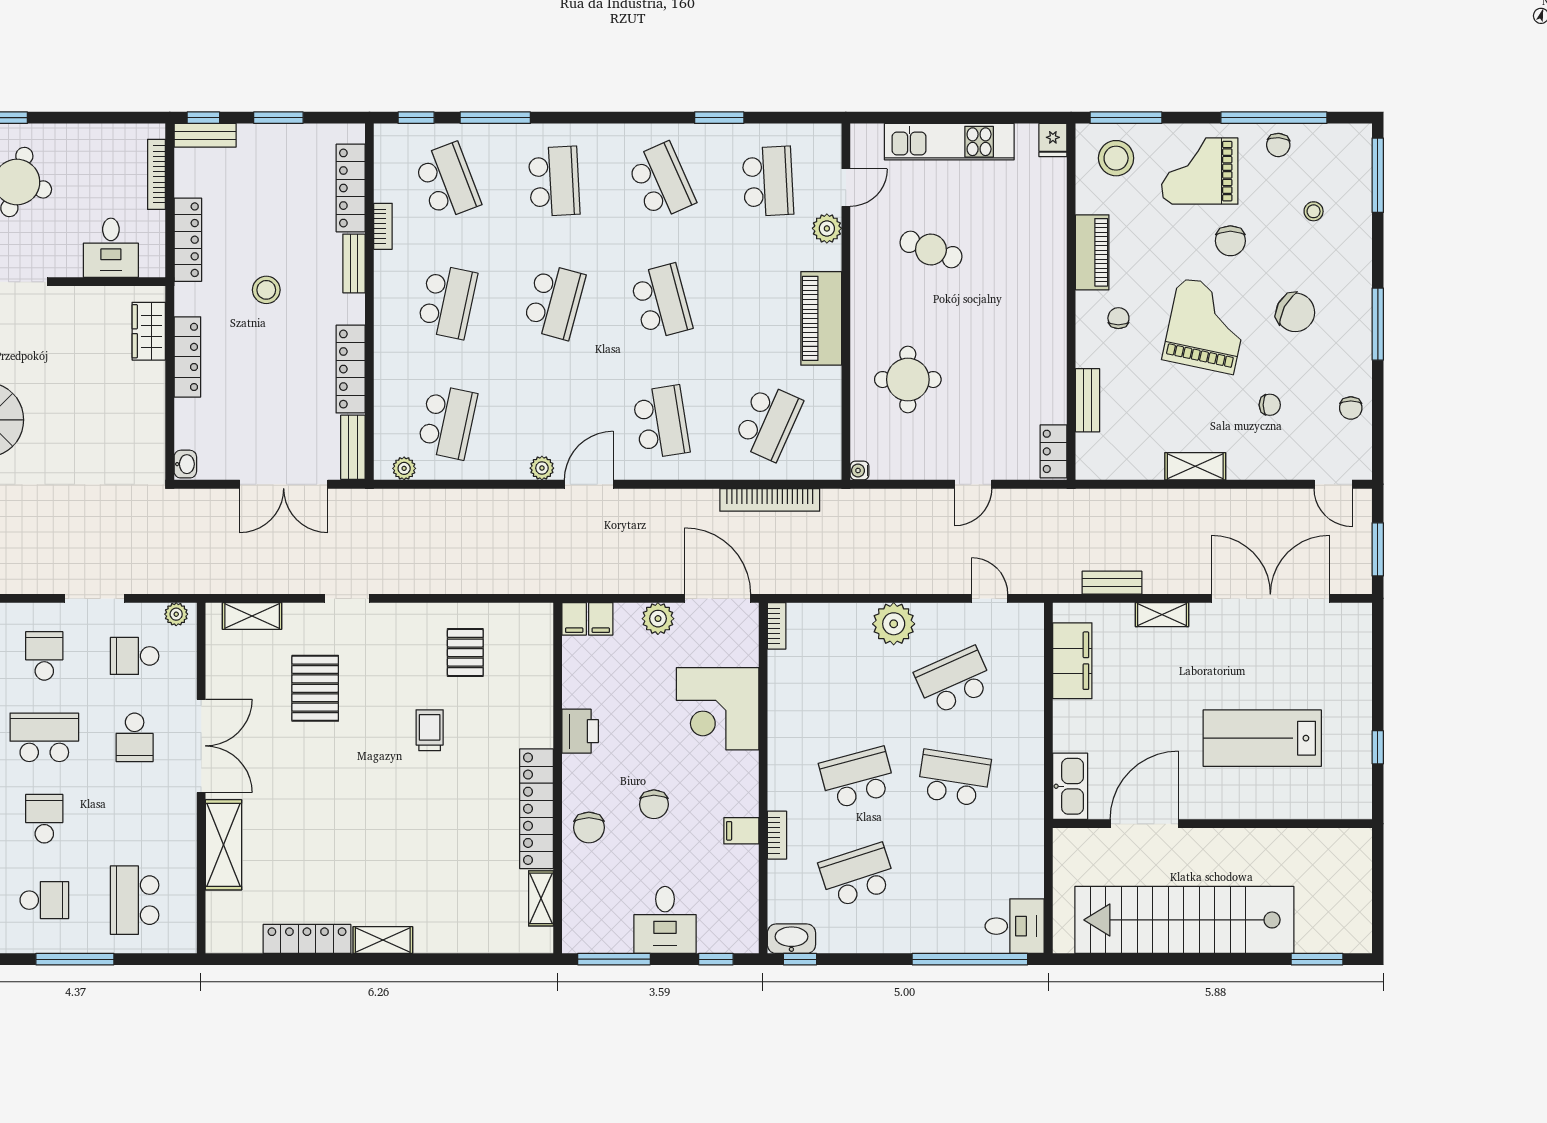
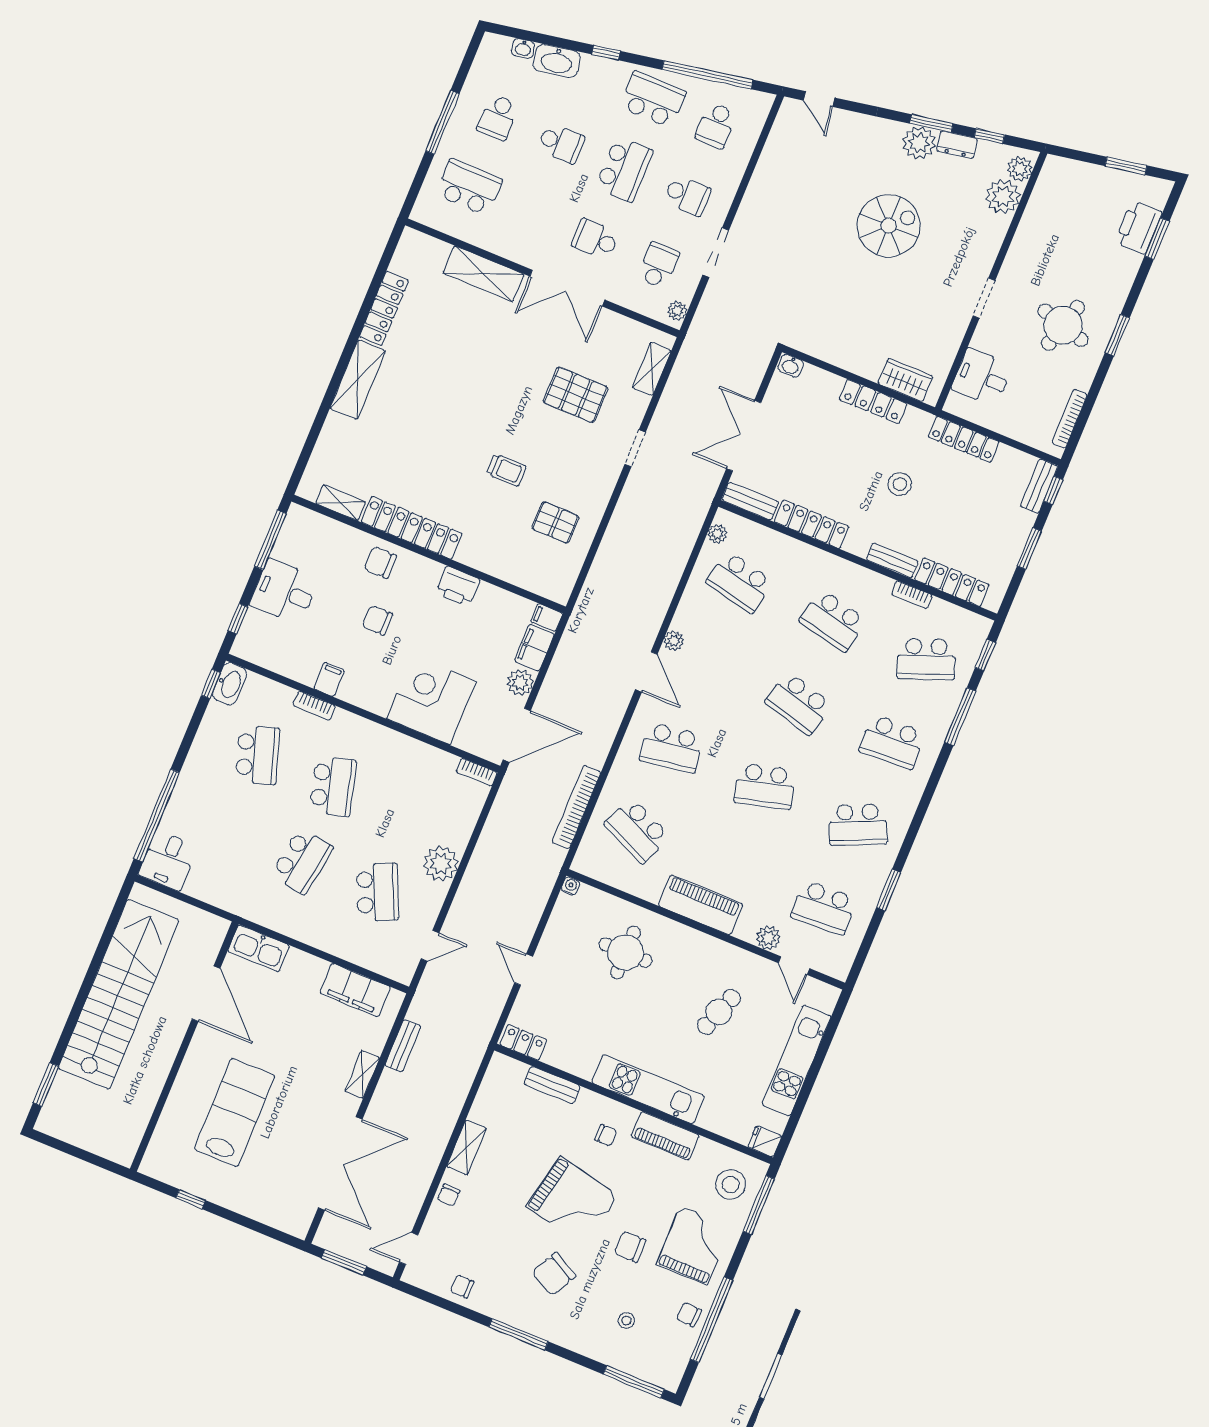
bookcase: (157, 174) -> (1070, 419), moved, turned -90
kitchen unit: (1048, 292) -> (648, 1089), added
chair: (1270, 405) -> (449, 1195), moved
filing cabinet: (601, 619) -> (534, 648), width x2.00
shelving: (383, 940) -> (358, 380), width x1.50, depth x1.33

